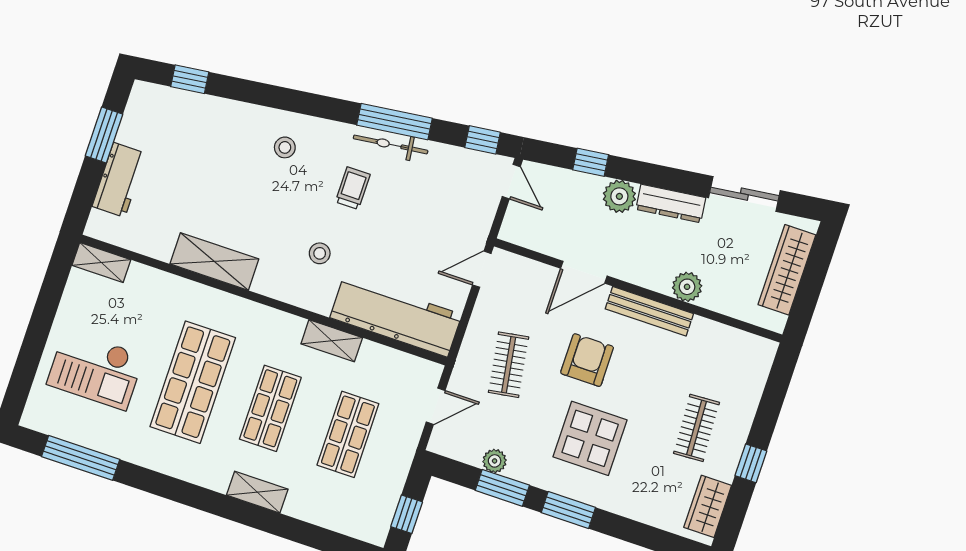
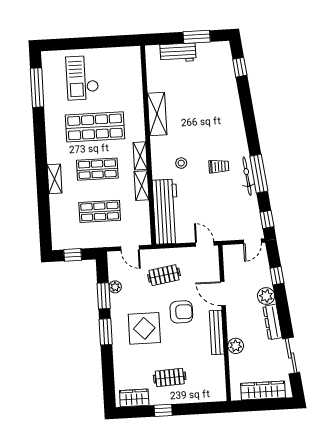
stool: (285, 147) -> (225, 126), removed
shelving: (101, 263) -> (140, 156), moved

